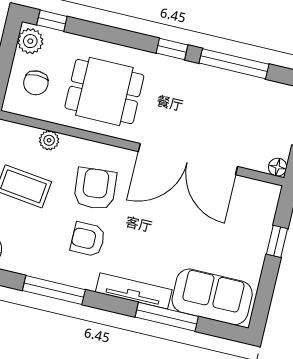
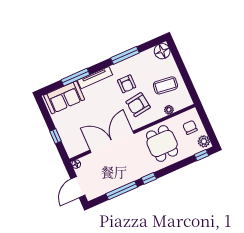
dining table: (104, 91) -> (162, 144), turned 90
armchair: (95, 189) -> (138, 105), turned 87
armchair: (88, 239) -> (127, 84), turned 90

